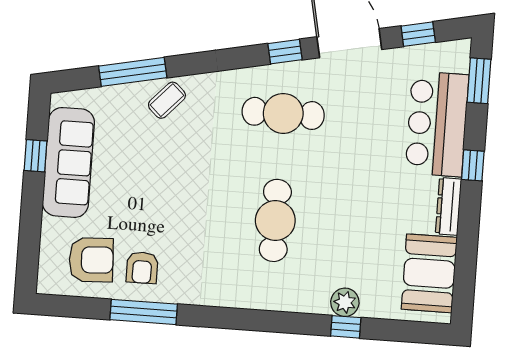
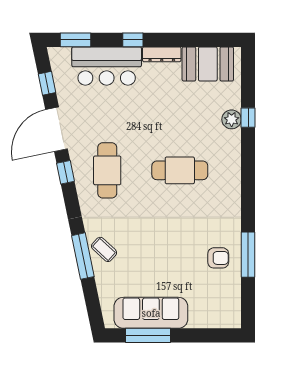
window: (133, 72) -> (83, 256), moved
window: (35, 156) -> (148, 335), width x2.17
armchair: (91, 260) -> (215, 293), removed

